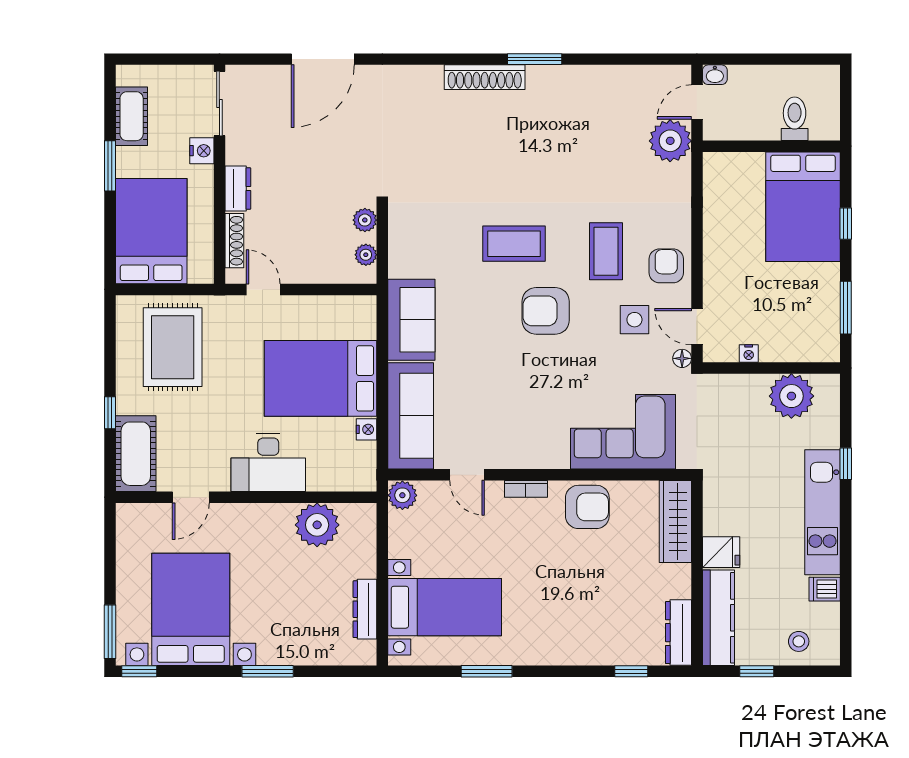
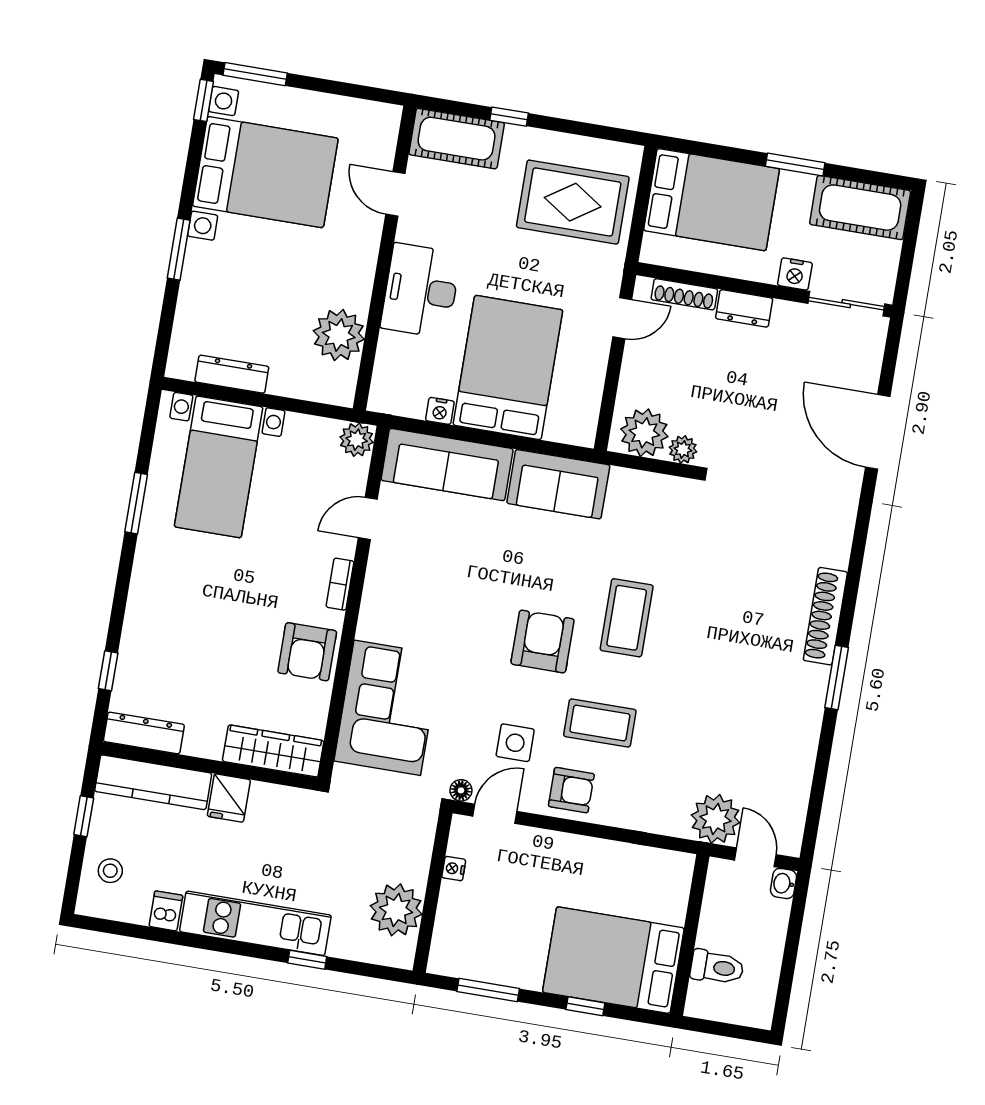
cot: (132, 116) -> (860, 208), width x1.37, depth x1.34
plant: (366, 255) -> (644, 433), width x1.88, depth x1.88

